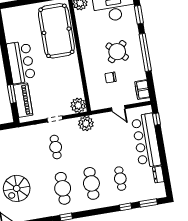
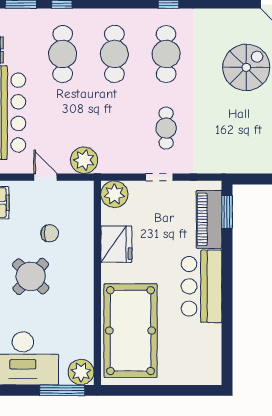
fridge: (72, 78) -> (116, 244), added
window: (12, 94) -> (227, 212), moved
plant: (86, 124) -> (84, 160), moved
cafe table: (120, 179) -> (63, 54), width x1.37, depth x1.35

